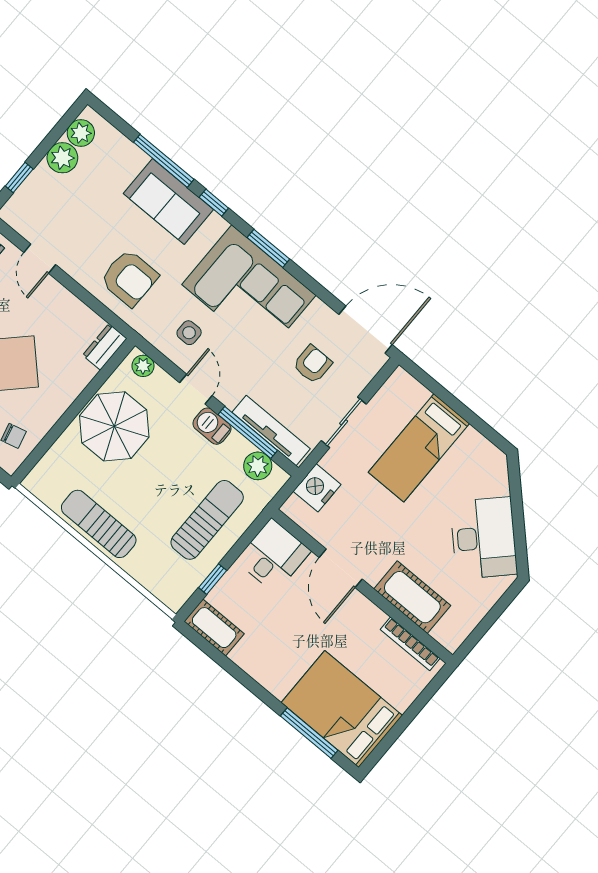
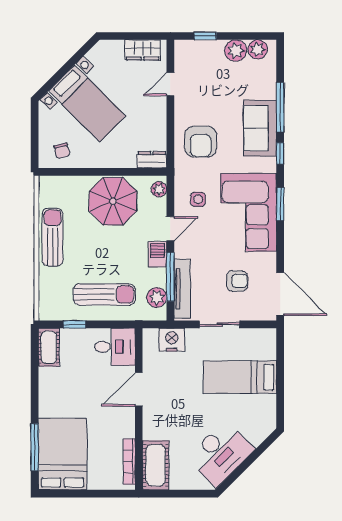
cot: (412, 597) -> (156, 465), moved

